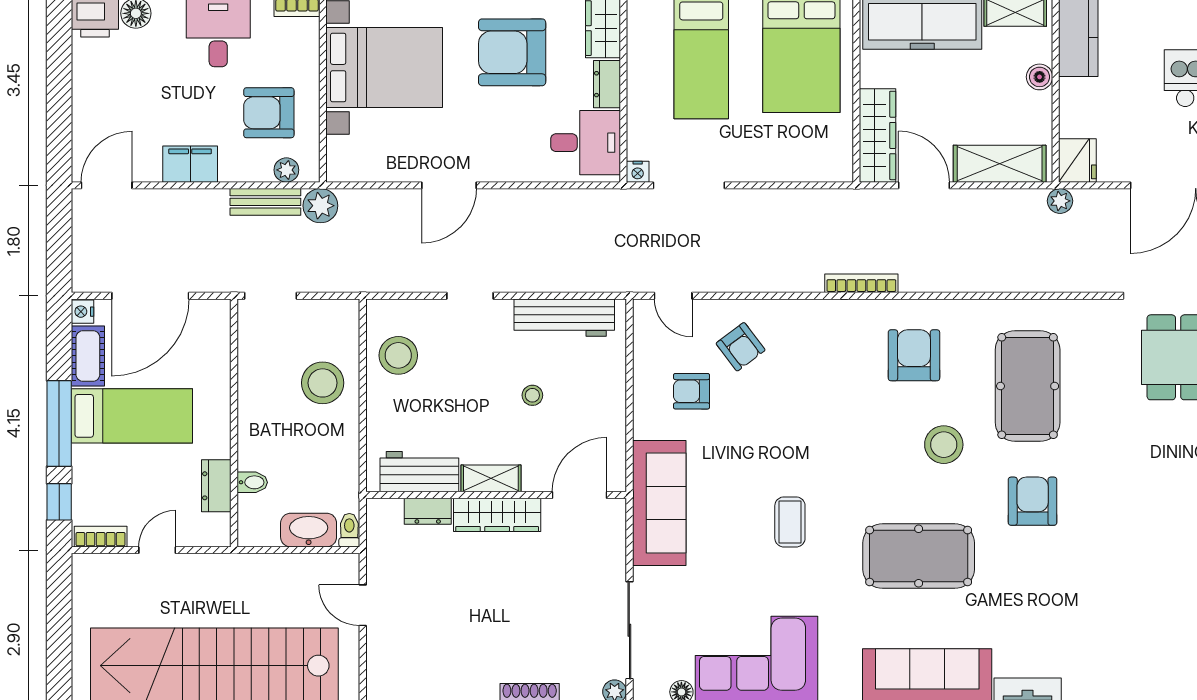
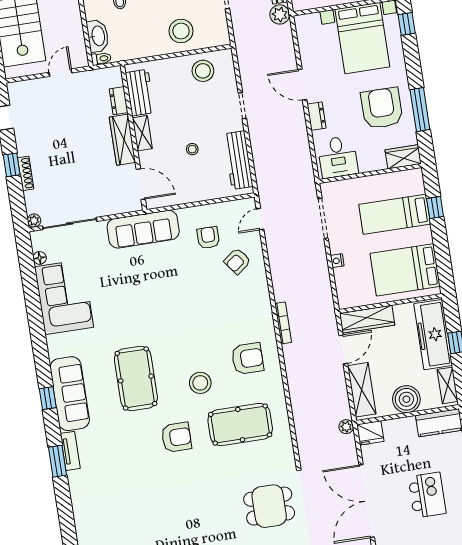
boiler: (1040, 77) -> (406, 399), width x1.86, depth x1.86
dresser: (607, 84) -> (316, 116), moved, turned 90
nightstand: (638, 172) -> (337, 261), moved
coffee table: (790, 522) -> (144, 304), removed

